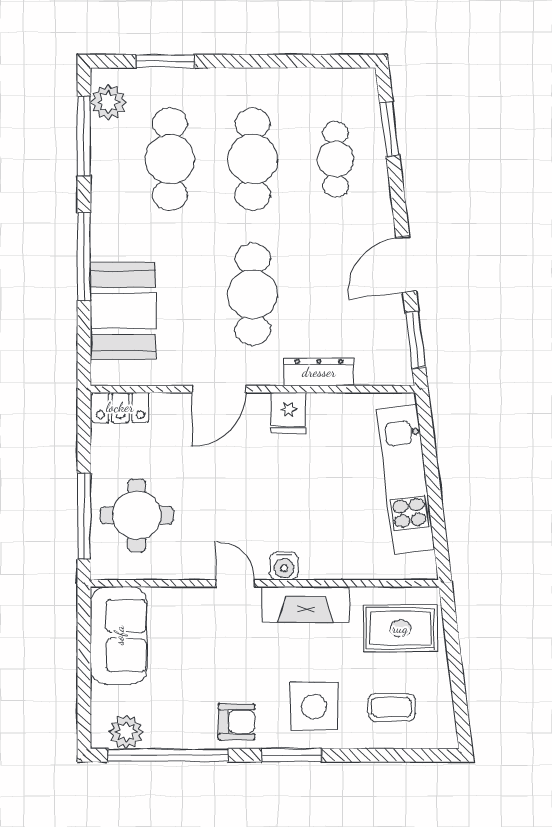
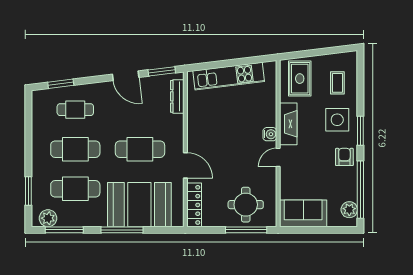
booth: (123, 311) -> (139, 205), width x1.36, depth x1.42
dresser: (319, 372) -> (177, 96), moved
locker: (120, 407) -> (194, 205), width x1.53
fridge: (288, 413) -> (197, 132), removed

